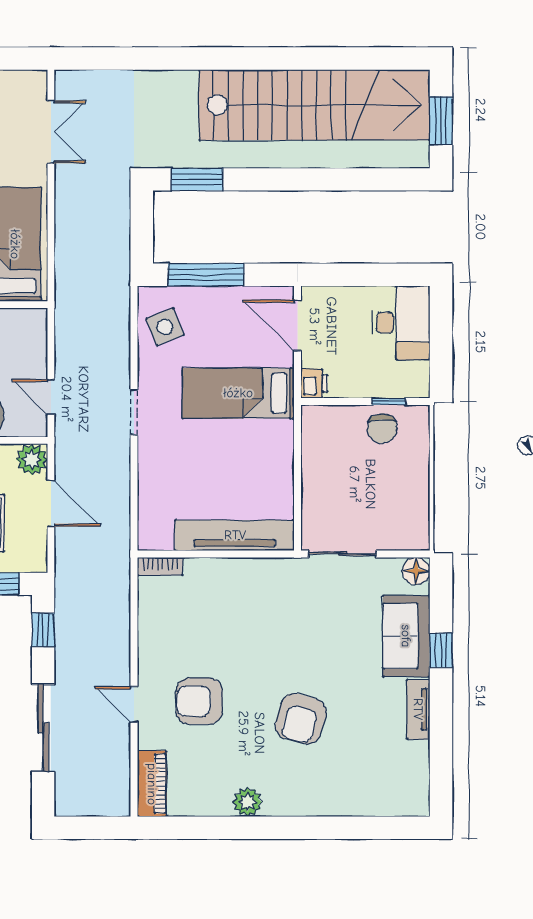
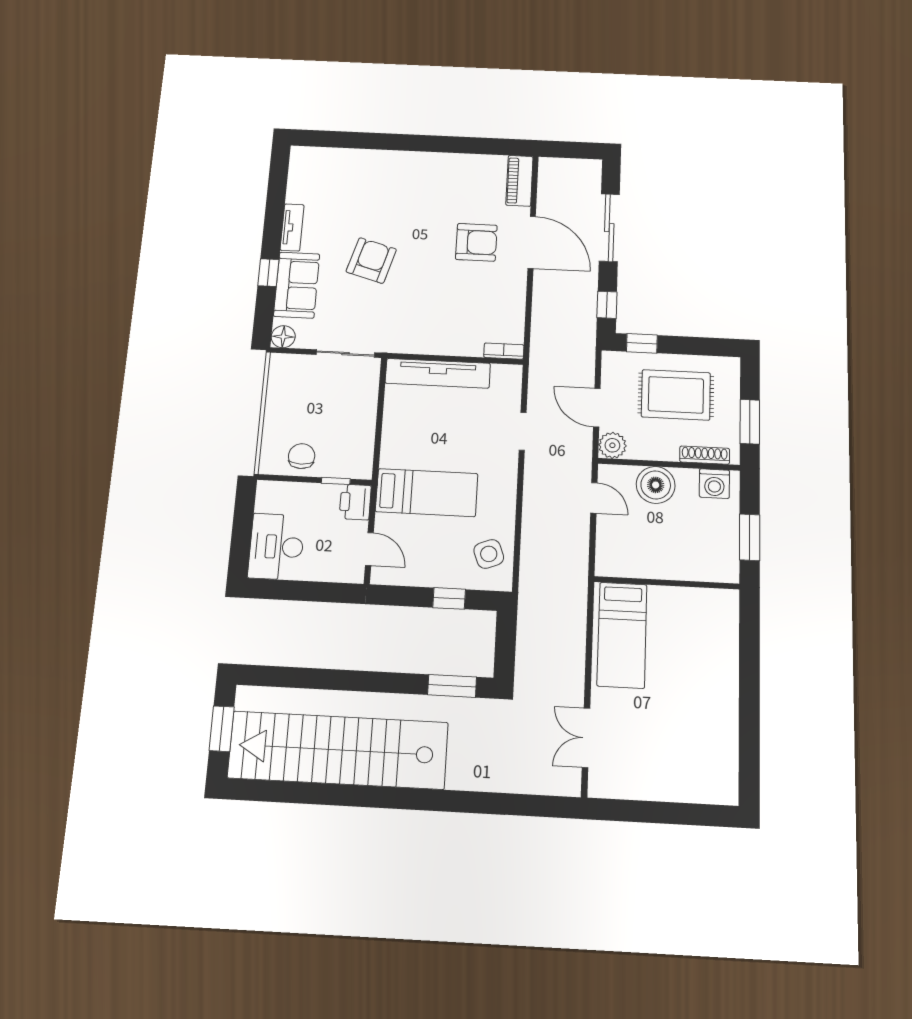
window: (206, 275) -> (449, 598), width x0.46
door: (297, 325) -> (369, 549), width x0.73
printer: (314, 384) -> (355, 502), width x1.36, depth x1.24
window: (389, 402) -> (336, 481), moved
doorway: (134, 412) -> (523, 431), moved
door: (134, 704) -> (532, 242), width x1.87
armchair: (301, 719) -> (371, 261), moved
plant: (247, 802) -> (441, 163), removed

